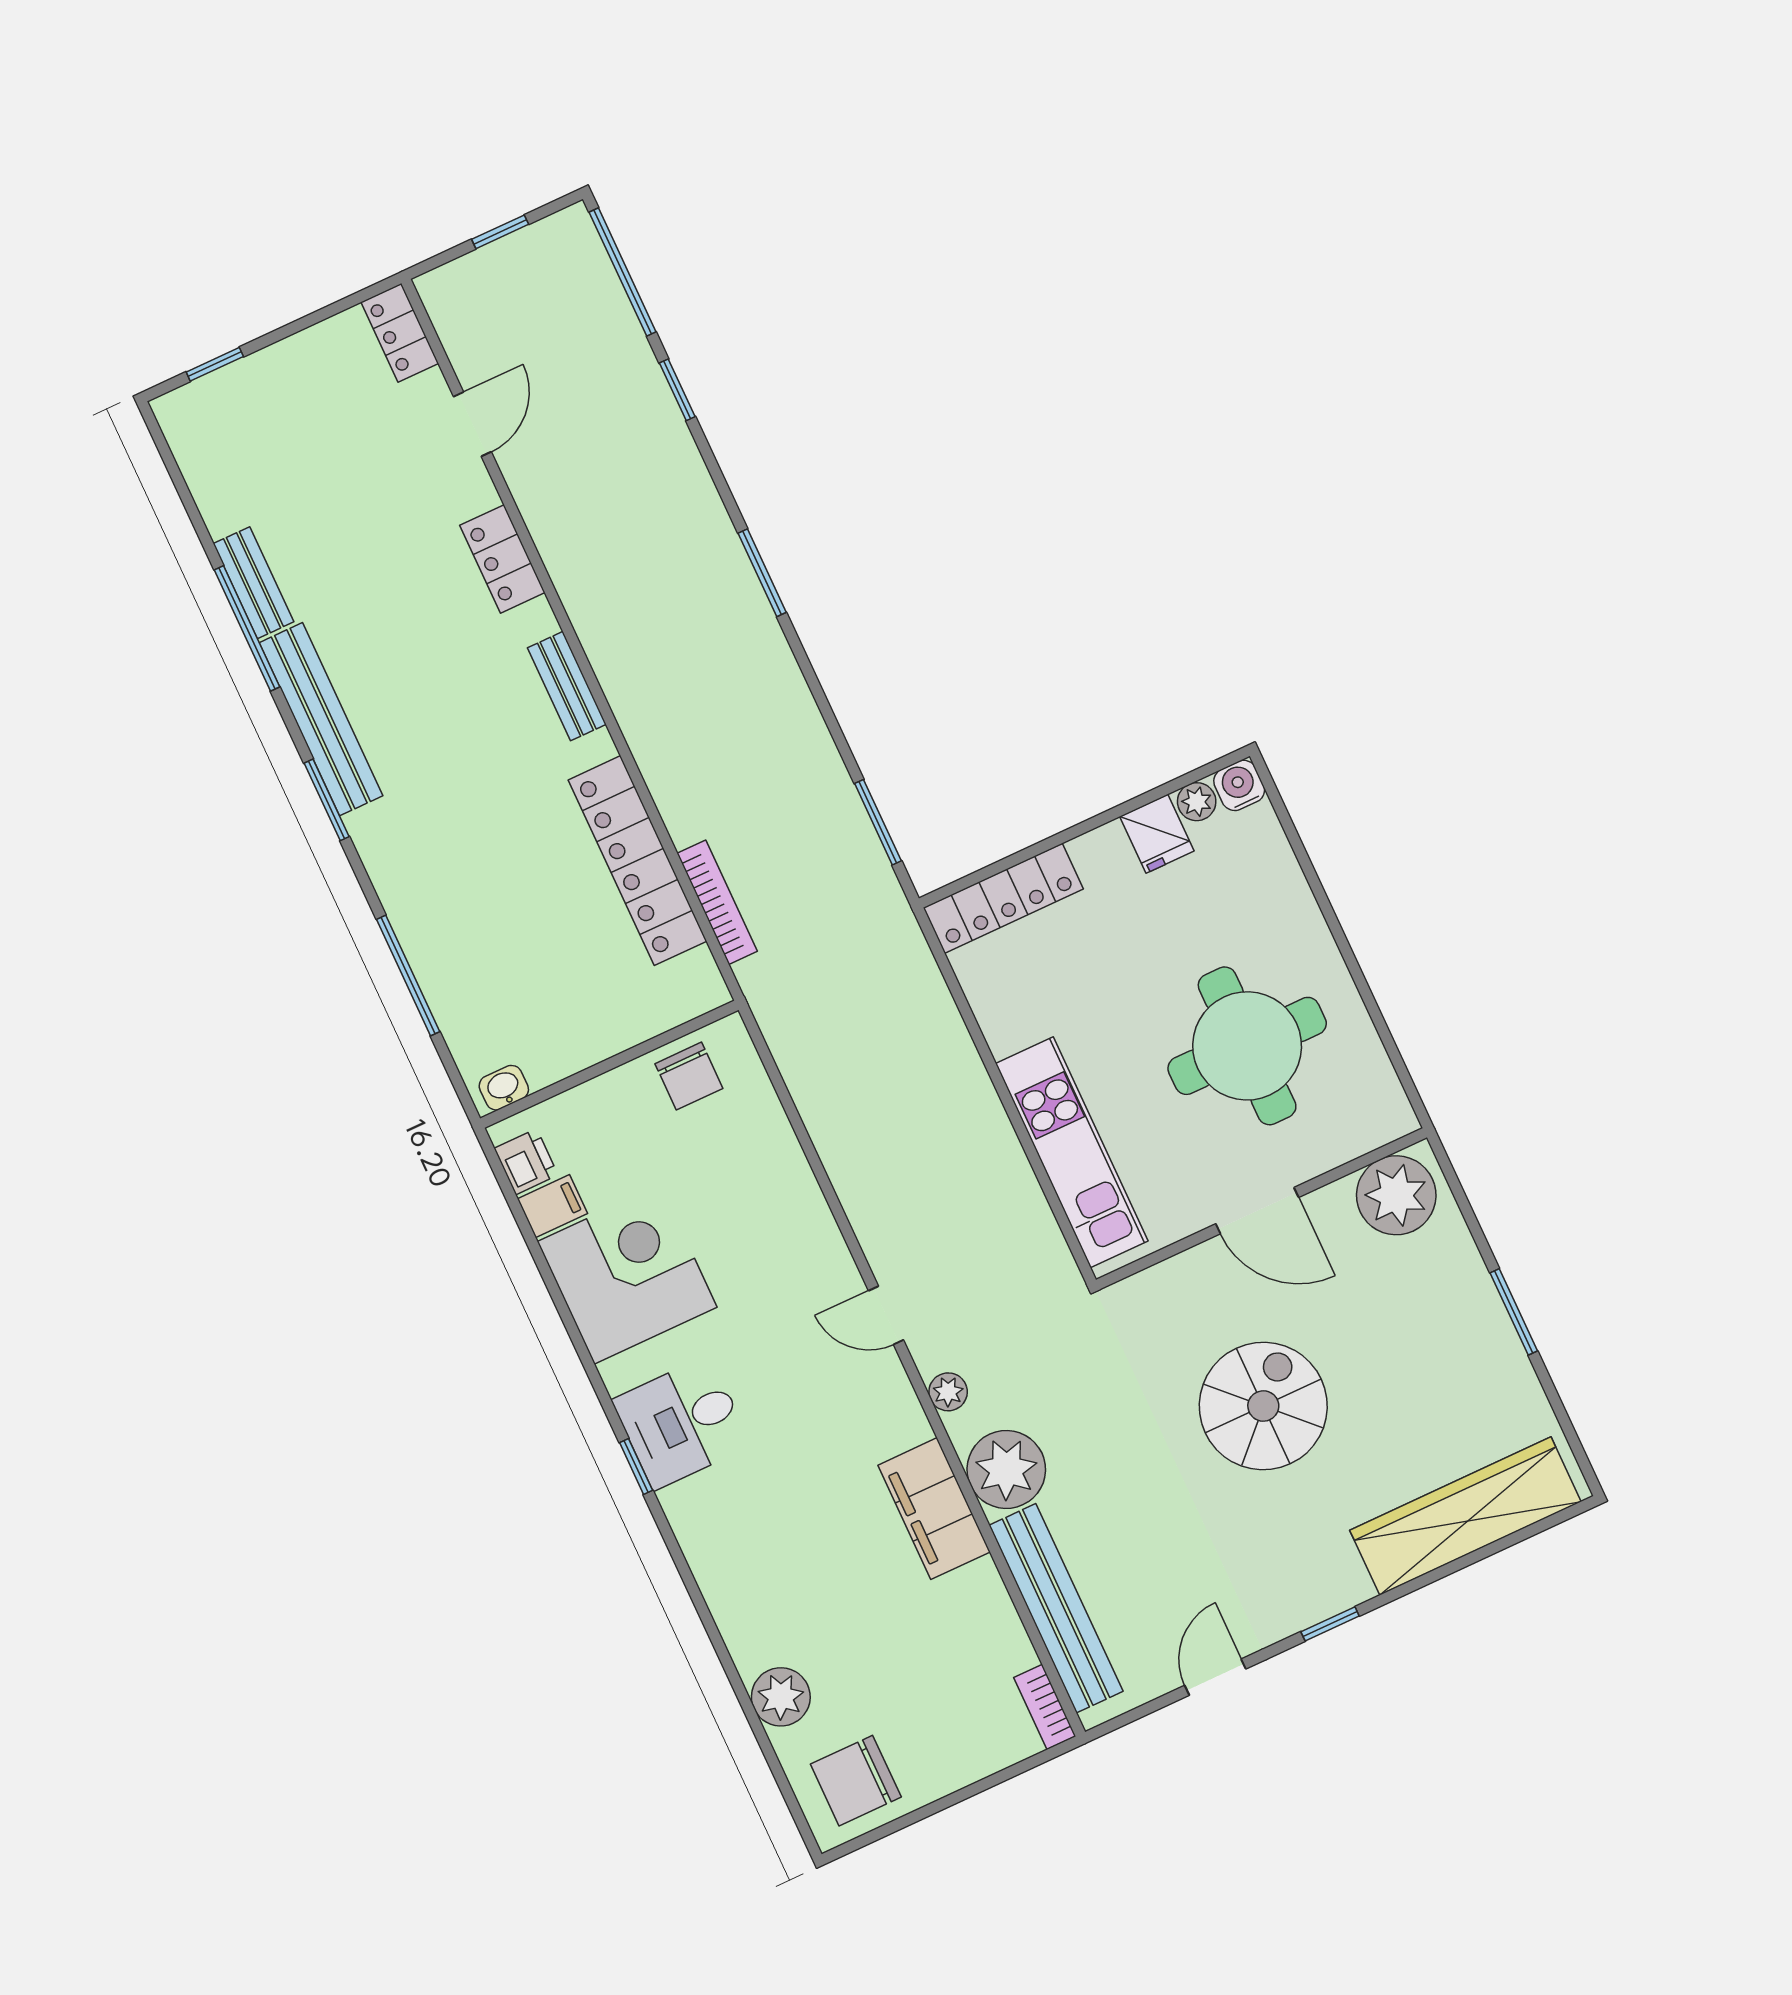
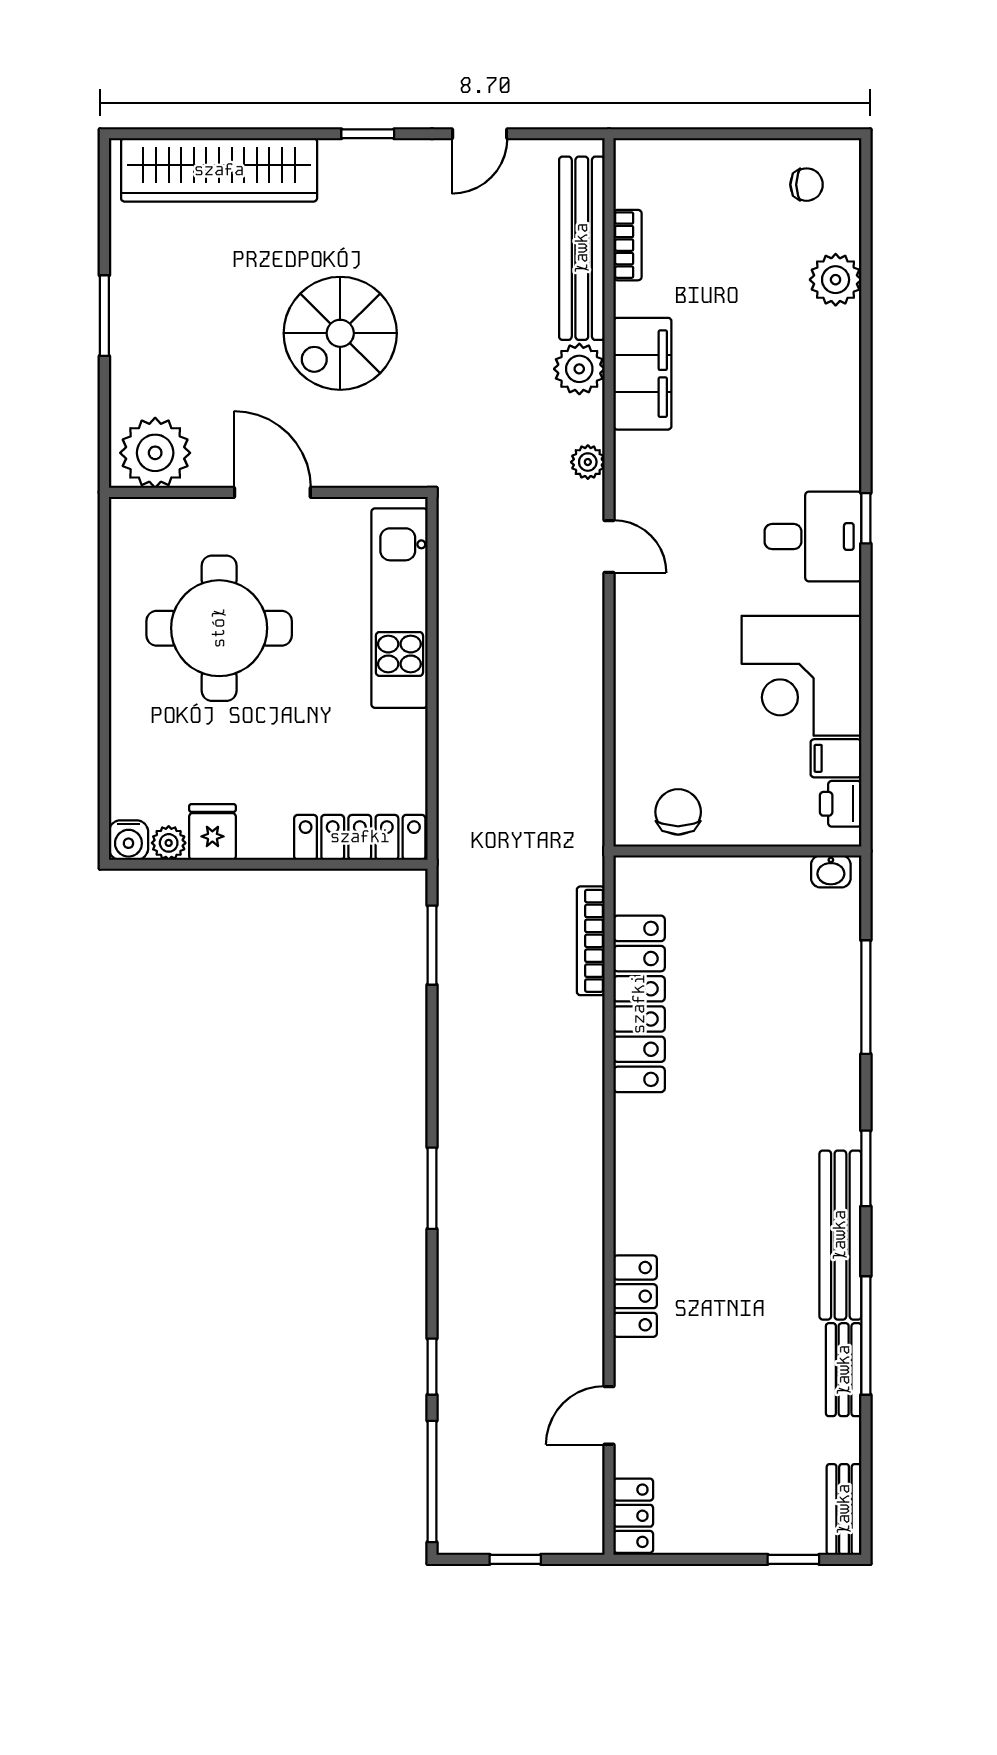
bench: (567, 686) -> (844, 1509), moved
plant: (1006, 1469) -> (579, 369), width x0.73, depth x0.73
bookcase: (1045, 1707) -> (628, 245), moved
chair: (856, 1781) -> (807, 185), width x0.54, depth x0.54

